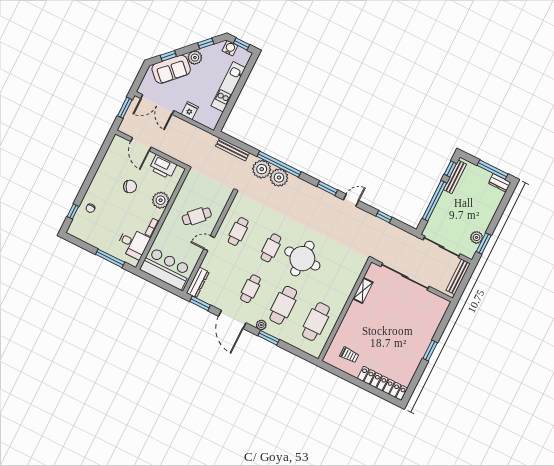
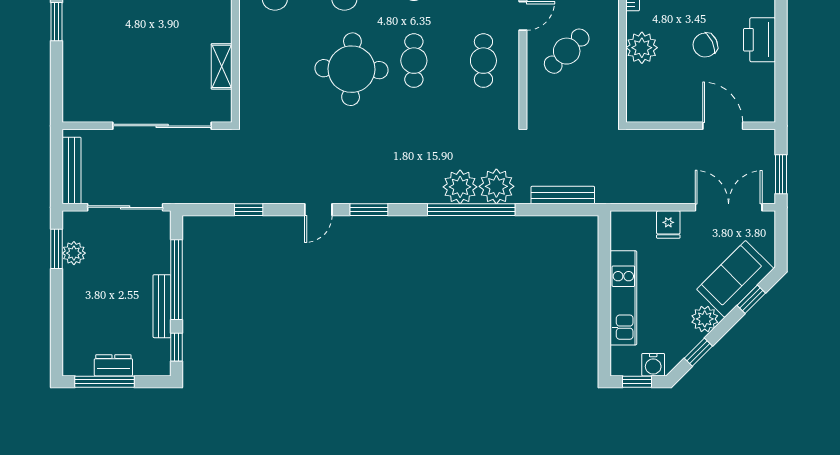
printer: (163, 167) -> (759, 40), moved, turned -90
bench: (455, 177) -> (162, 306), moved
dresser: (500, 183) -> (113, 365), moved

